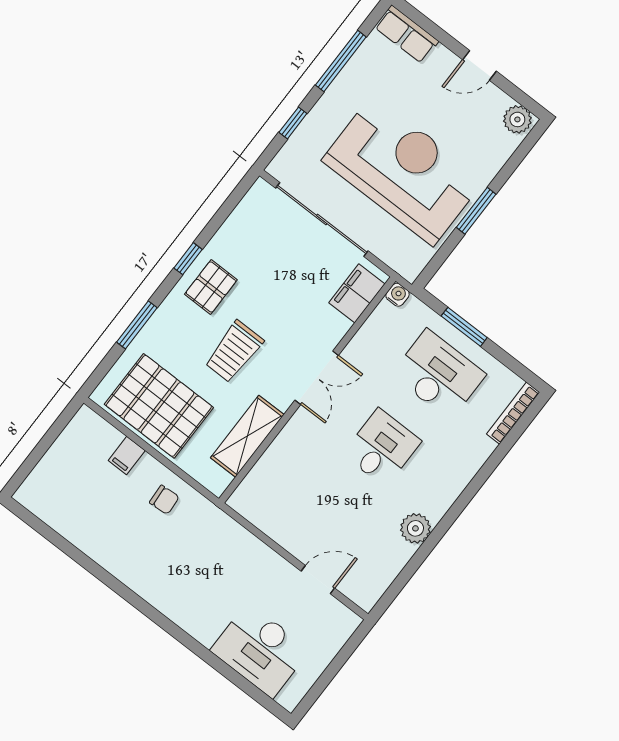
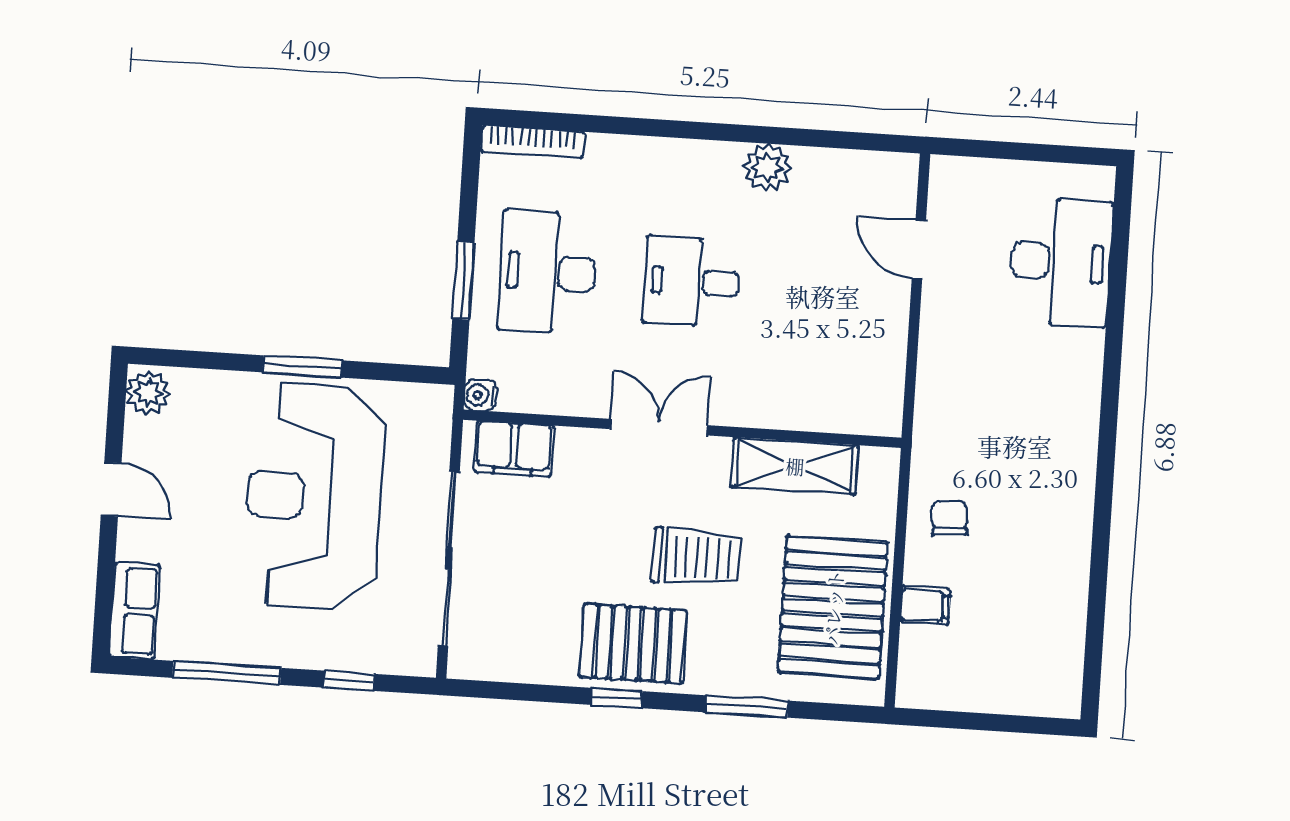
pallet: (211, 287) -> (633, 644), width x1.50, depth x1.42

